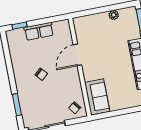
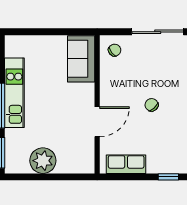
plant: (114, 15) -> (43, 161), width x1.87, depth x1.87
row of seats: (39, 31) -> (126, 164), moved

